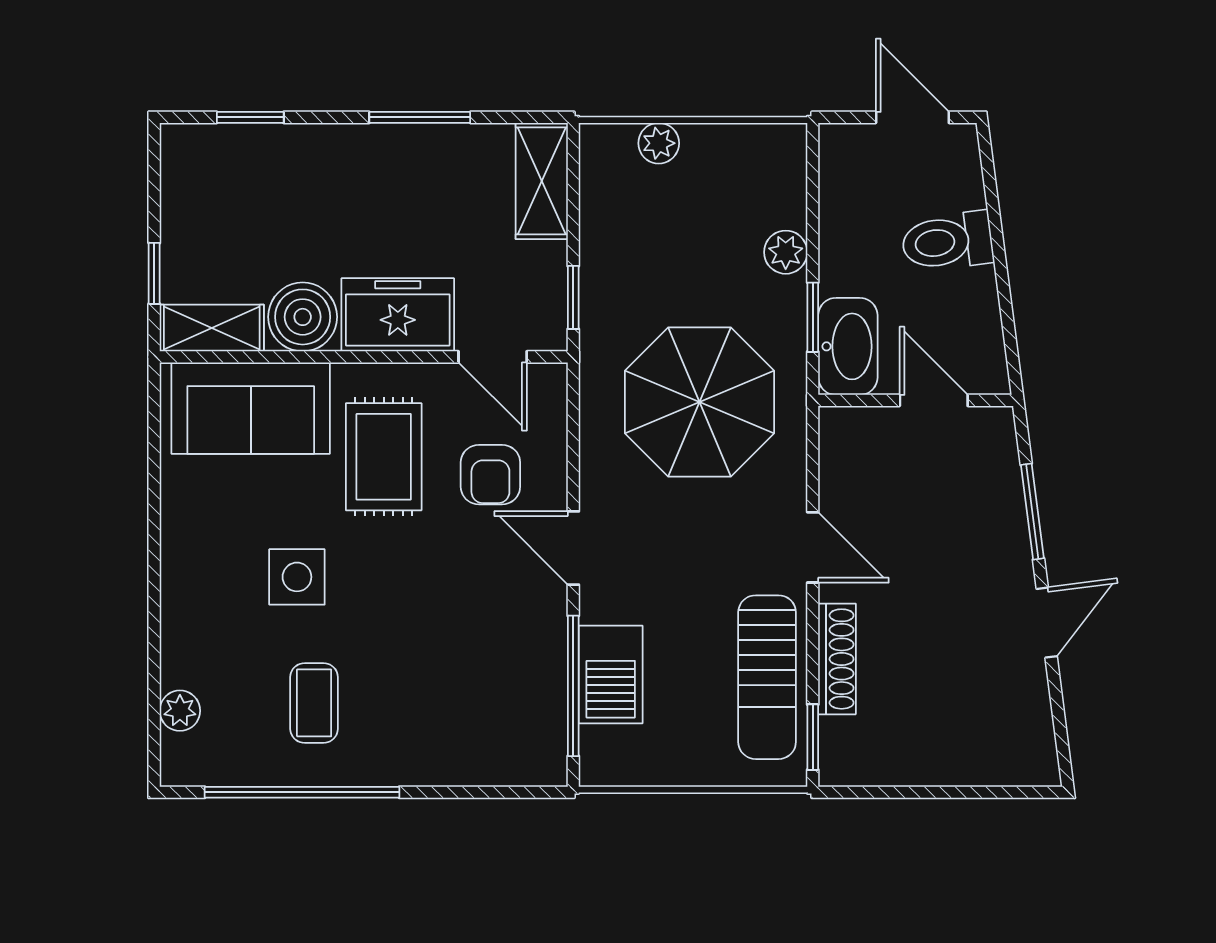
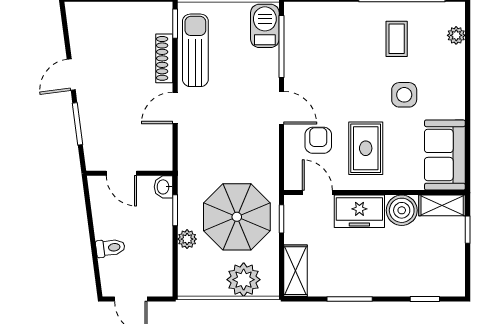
plant: (659, 143) -> (244, 280), width x1.87, depth x1.87
toilet: (947, 241) -> (110, 248), width x0.73, depth x0.72
washbasin: (848, 346) -> (164, 187), width x0.52, depth x0.69
parasol: (700, 402) -> (237, 217), moved
sofa: (251, 408) -> (445, 155), moved, turned -90
door: (813, 547) -> (175, 108), hinge flipped
barbecue: (611, 674) -> (265, 26), moved

